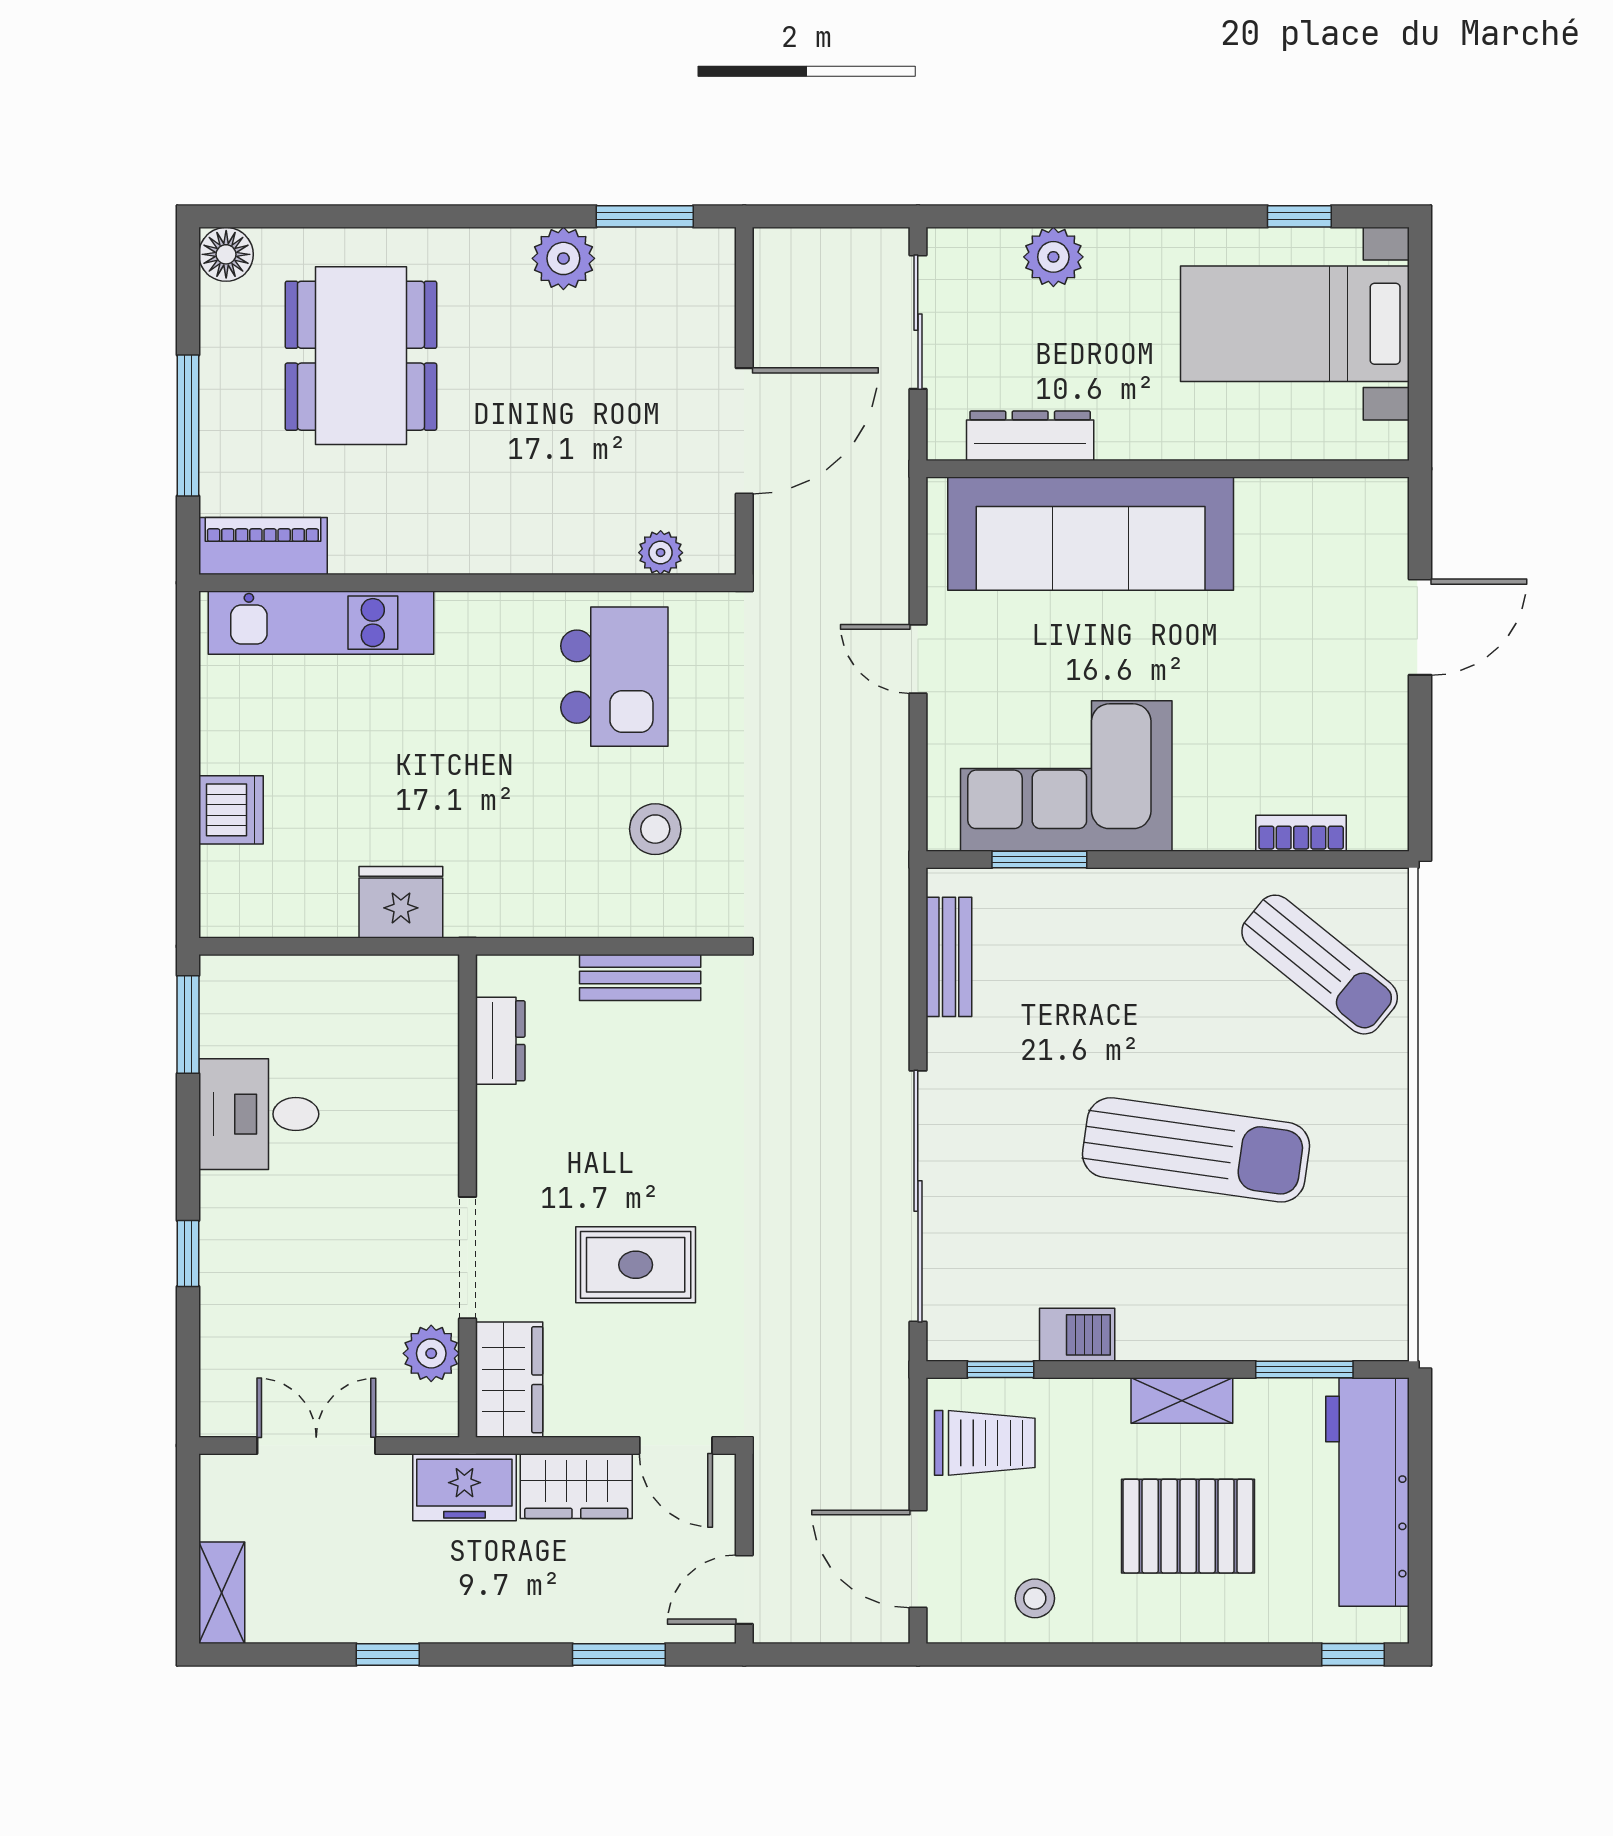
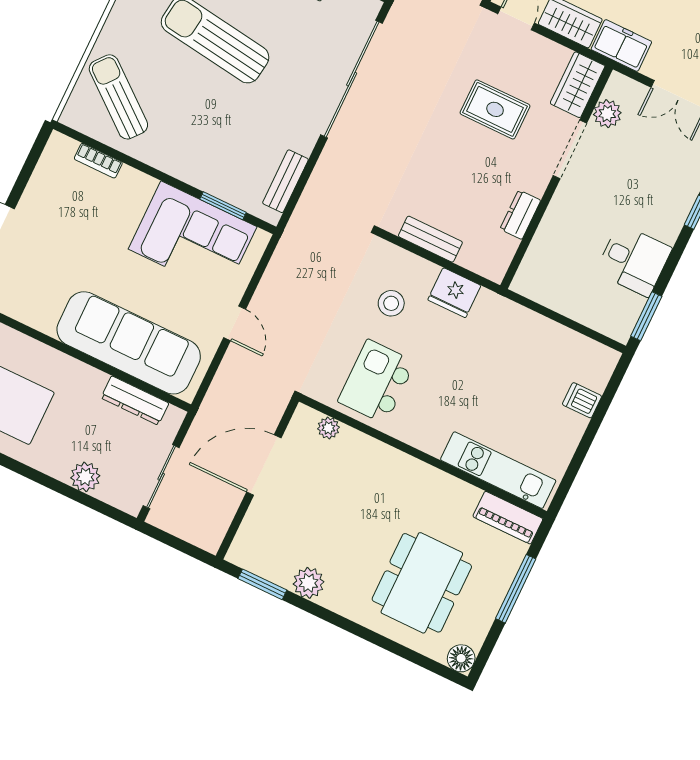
dishwasher: (231, 810) -> (582, 400), width x0.73
fridge: (401, 902) -> (454, 293), moved
dresser: (500, 1041) -> (520, 215), moved

